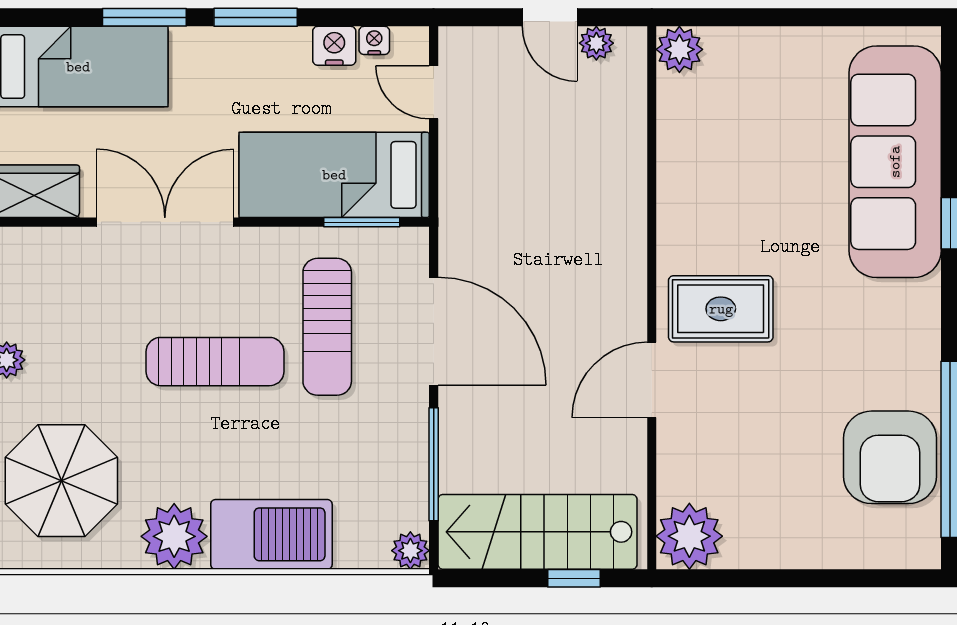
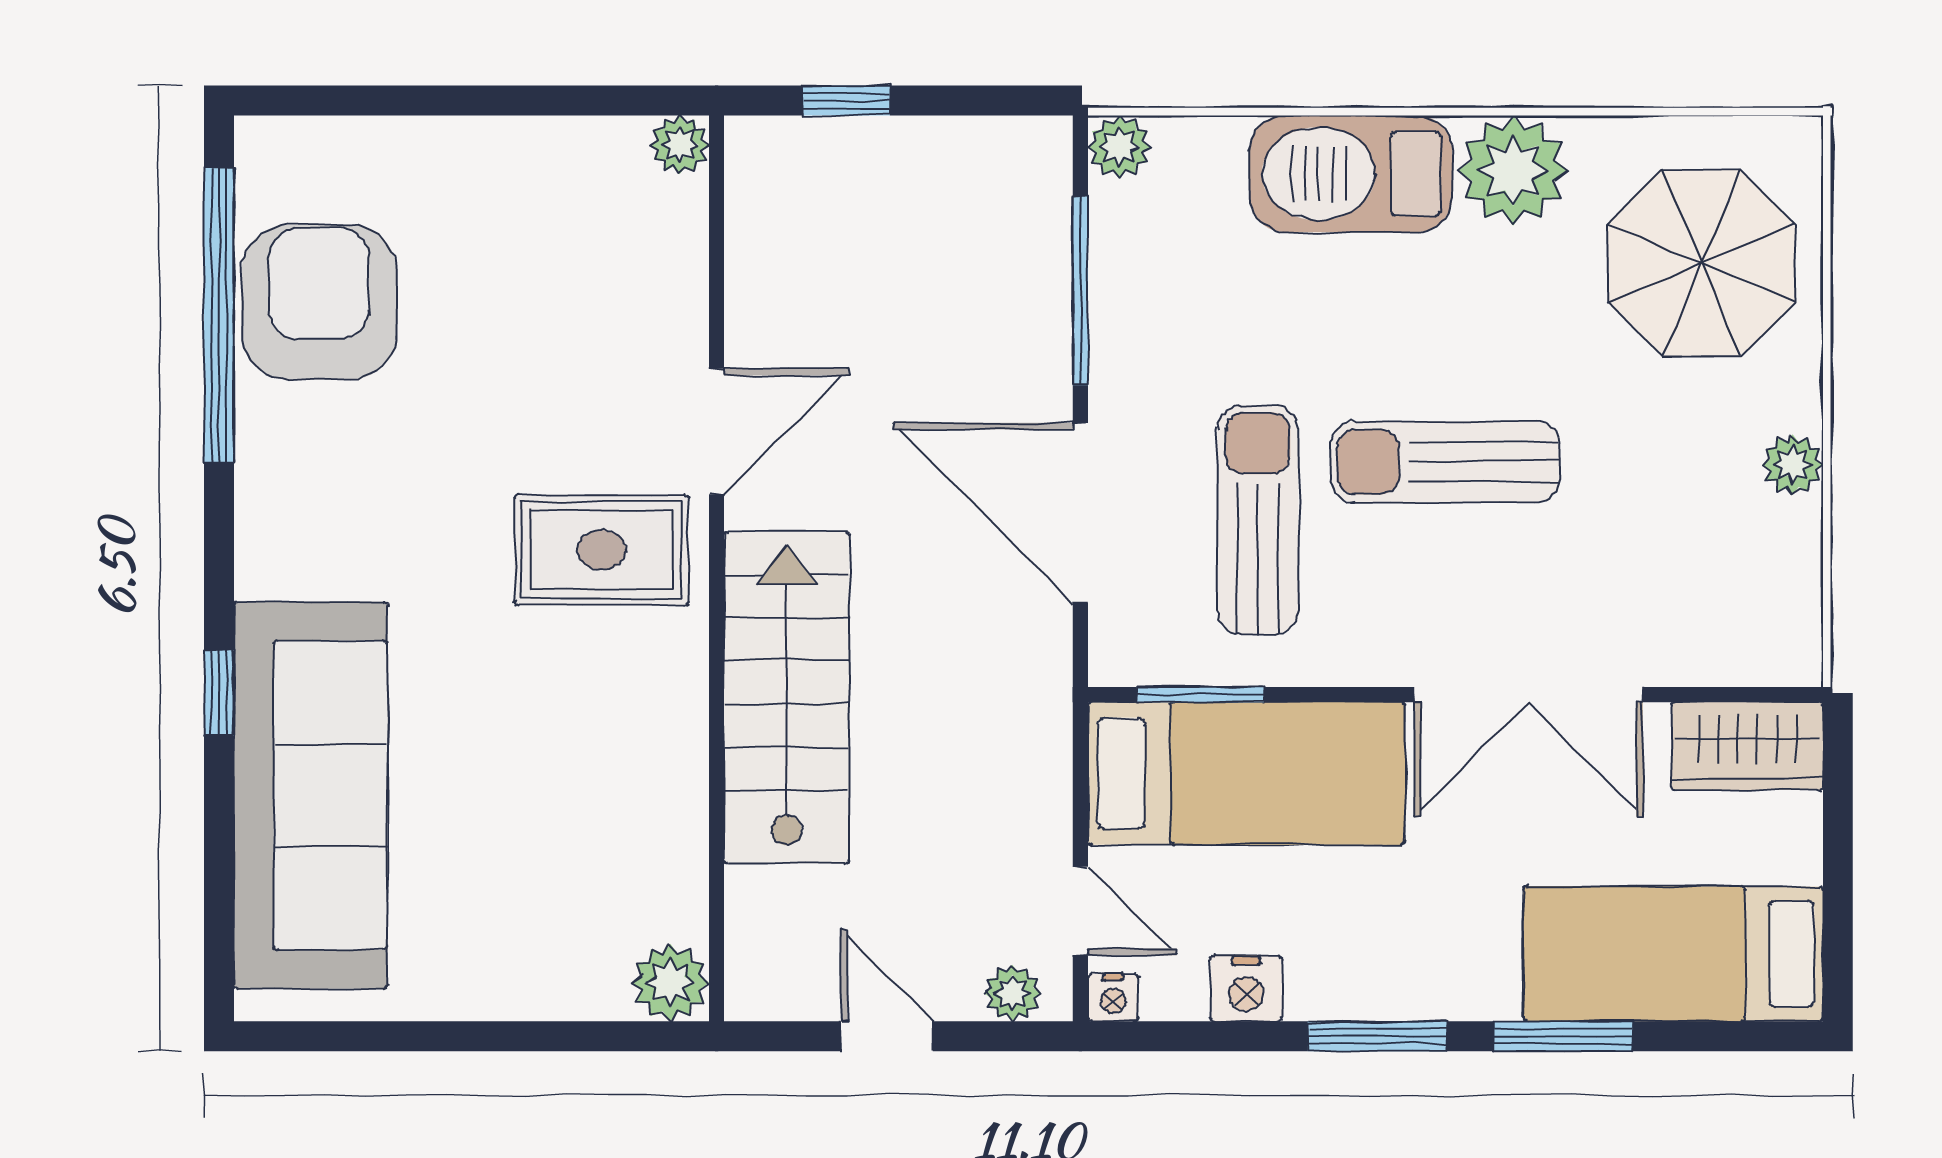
nightstand: (374, 40) -> (1113, 998), moved
plant: (596, 43) -> (1012, 993), moved
stairs: (538, 532) -> (787, 697), moved, turned -90
plant: (689, 536) -> (680, 145), width x0.53, depth x0.53

